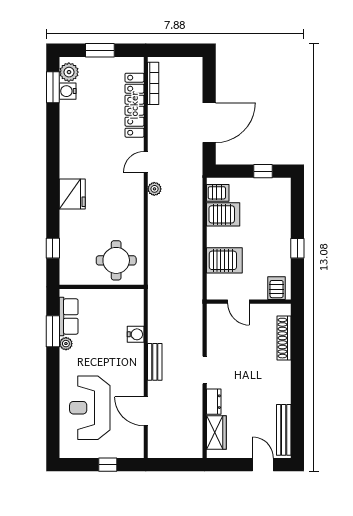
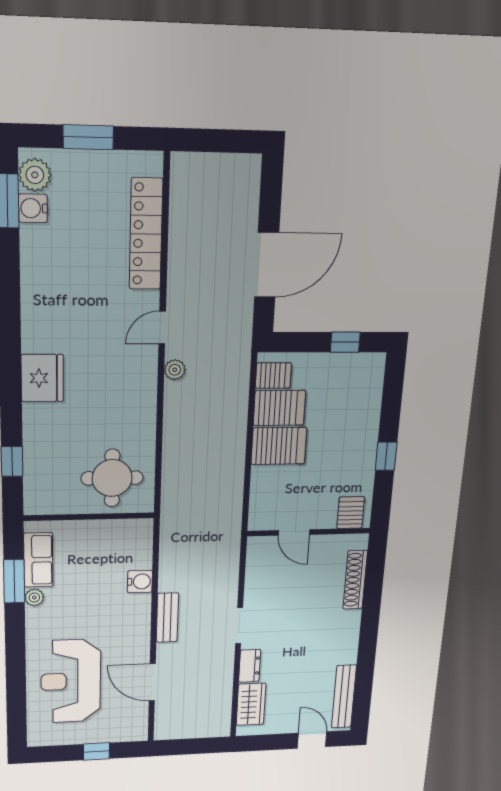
bookcase: (153, 83) -> (178, 198), removed
server rack: (224, 260) -> (279, 446), moved

